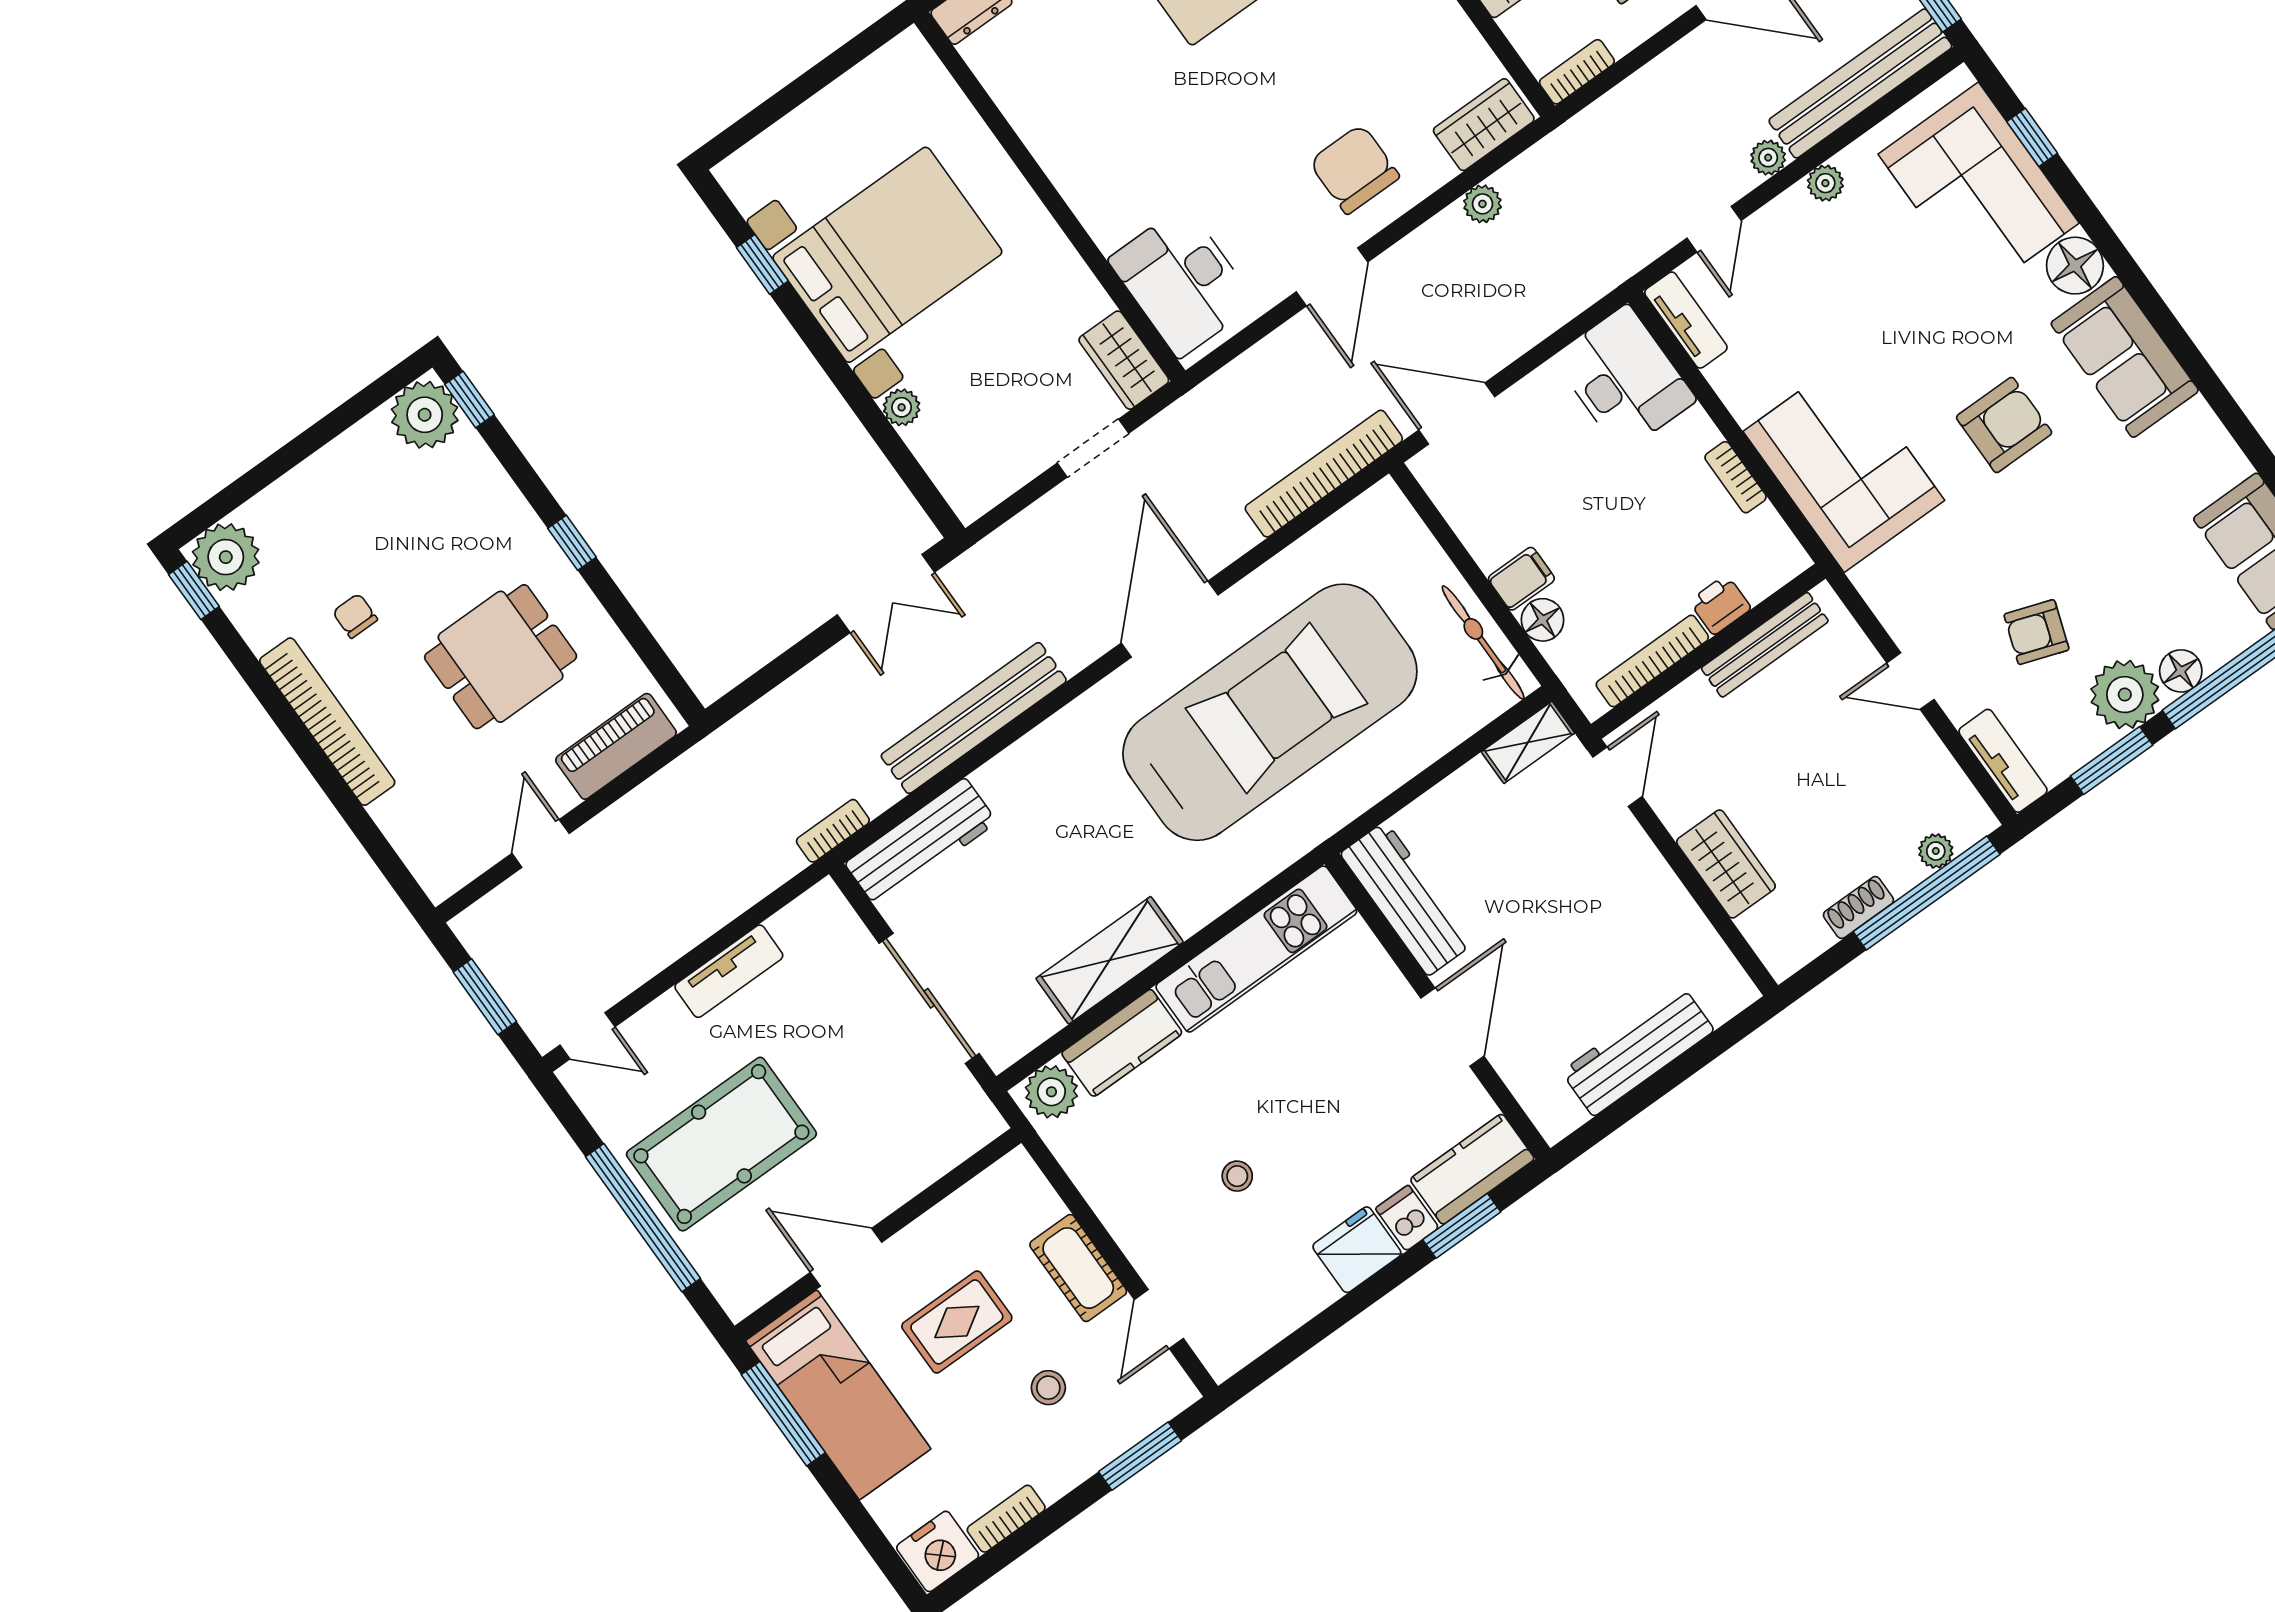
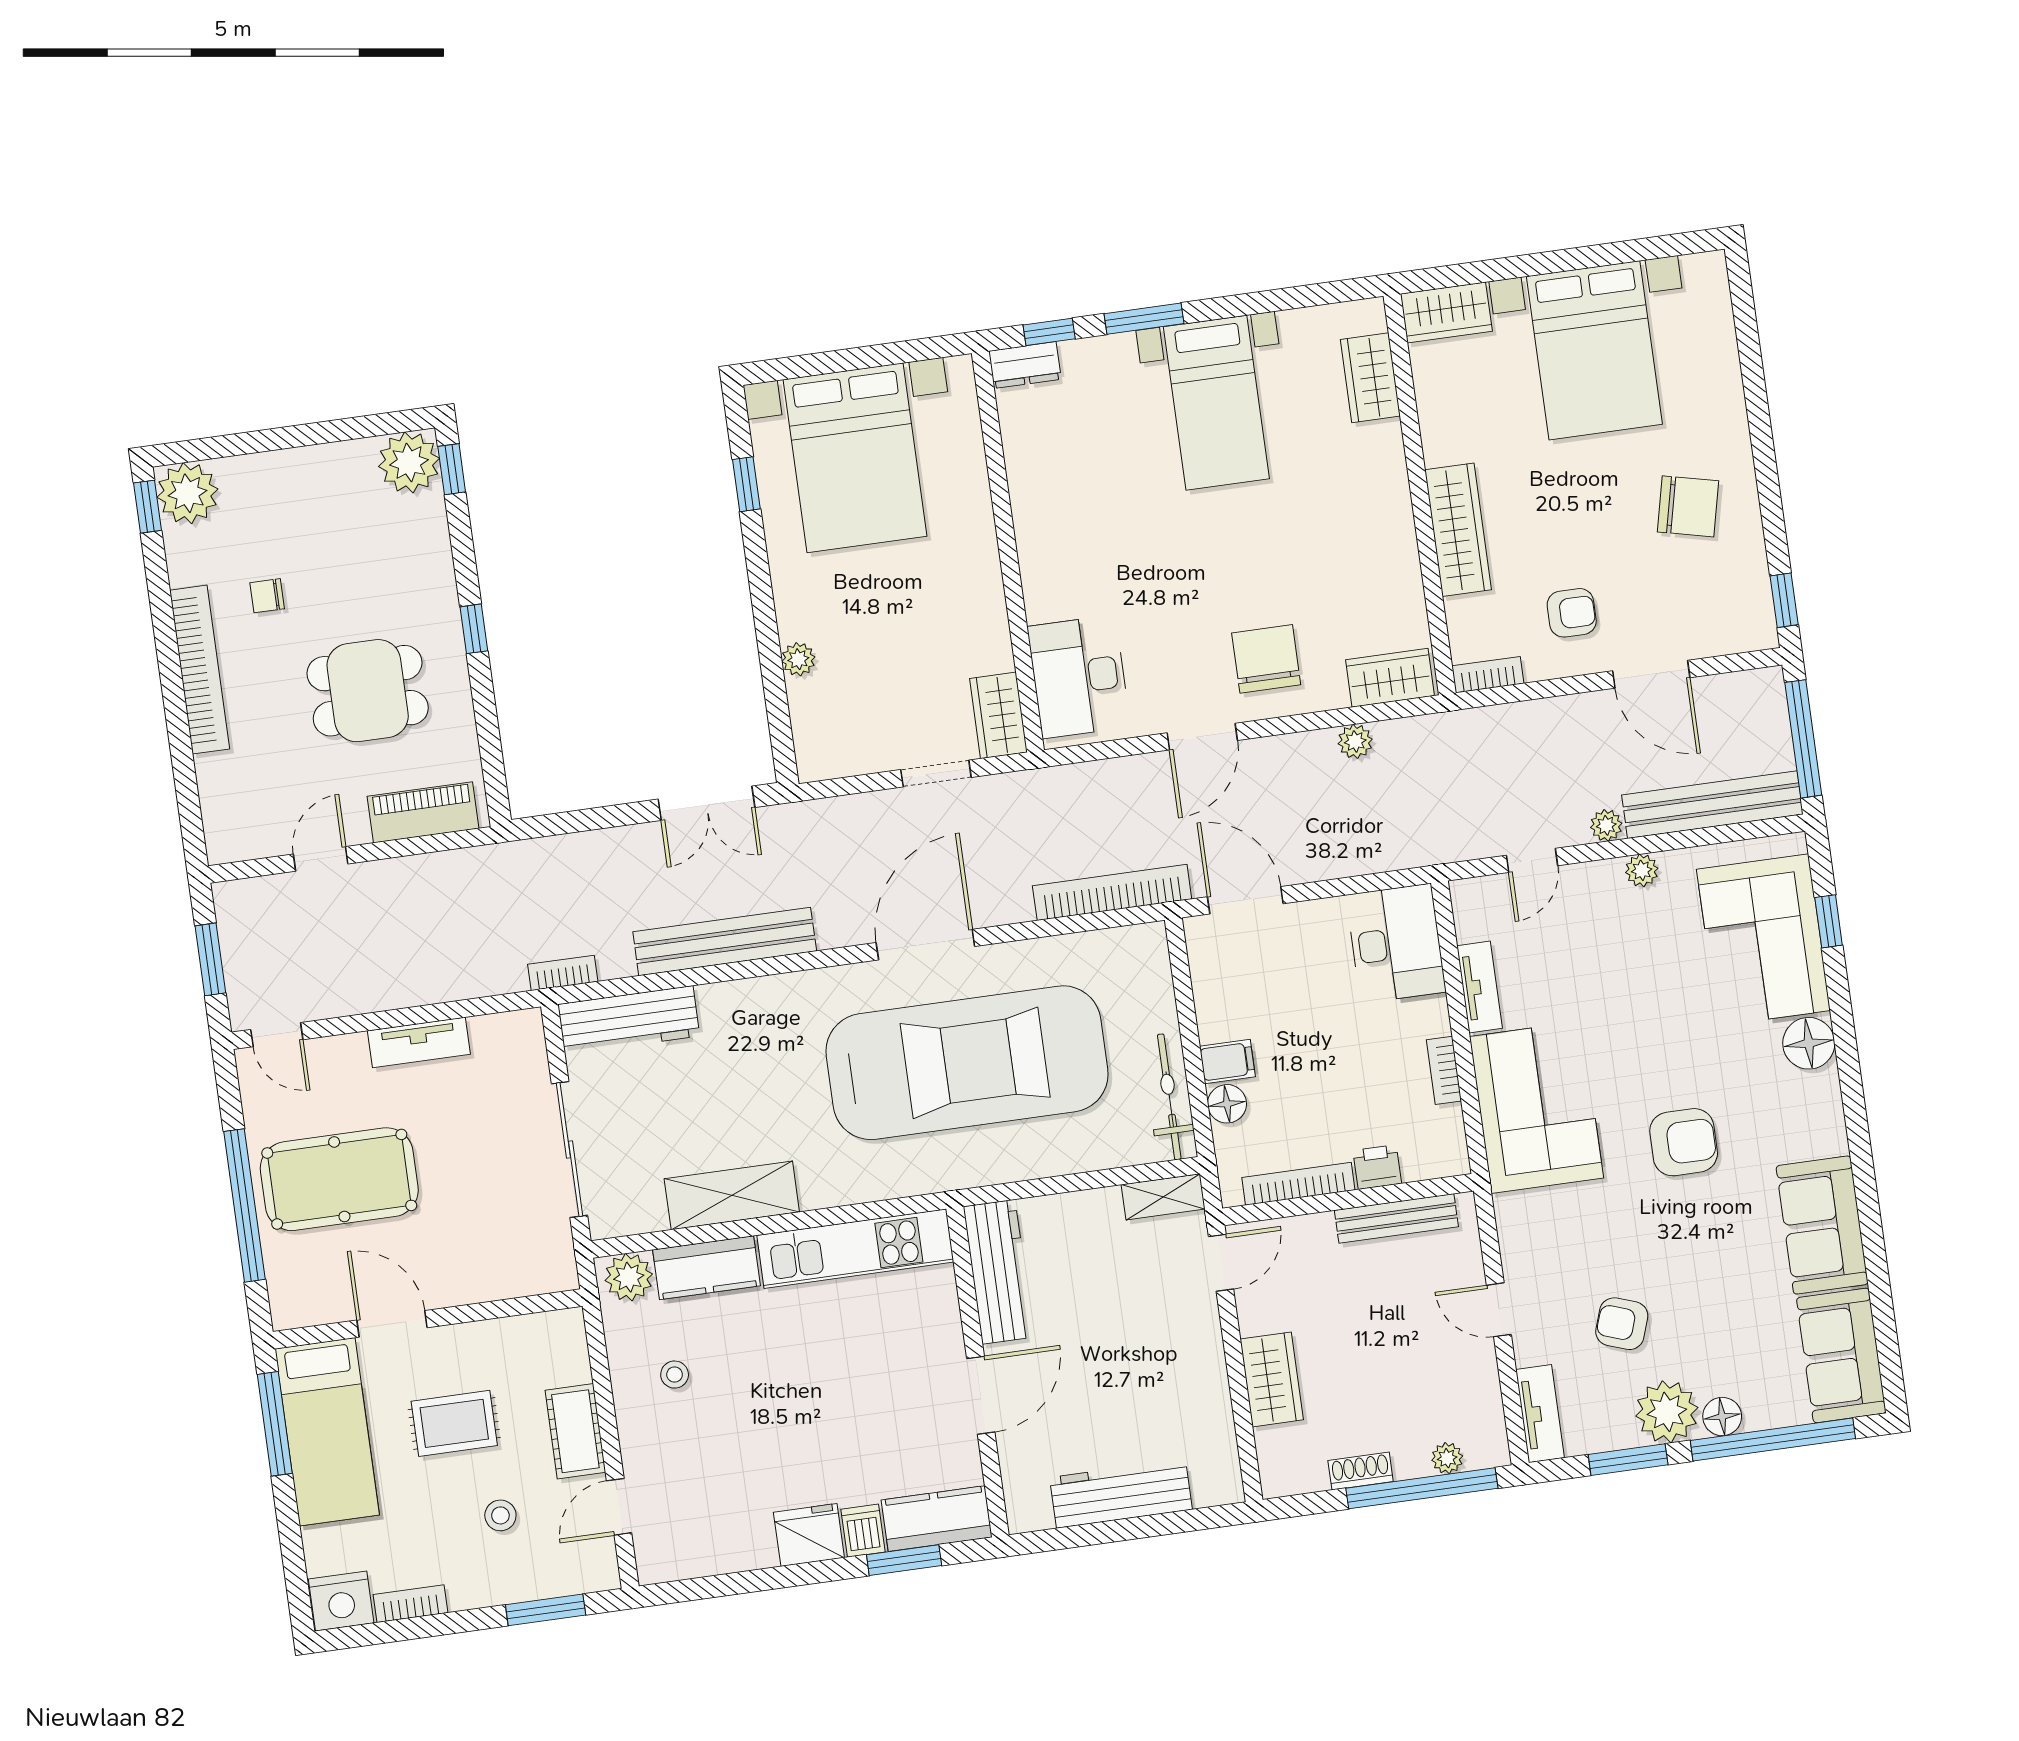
bed with nightstands: (887, 255) -> (855, 458), moved, turned 90
tv unit: (1686, 320) -> (1480, 987), moved
sofa: (2125, 357) -> (1822, 1225), moved
chair: (355, 616) -> (267, 596), turned -90
stool: (1237, 1176) -> (675, 1375), moved

